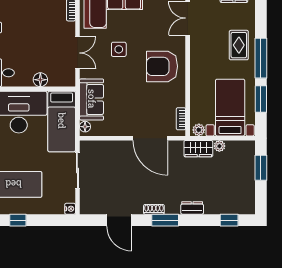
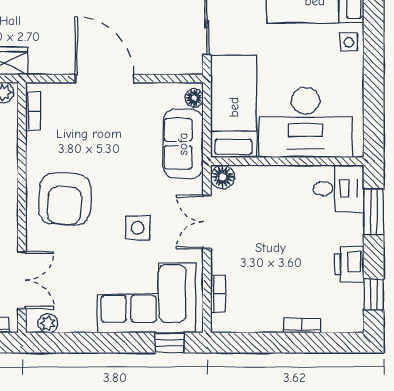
armchair: (162, 66) -> (65, 199), turned 93
floor lamp: (40, 80) -> (223, 177), moved
door: (150, 138) -> (104, 79), moved

